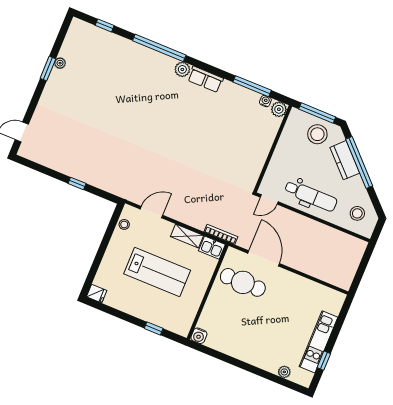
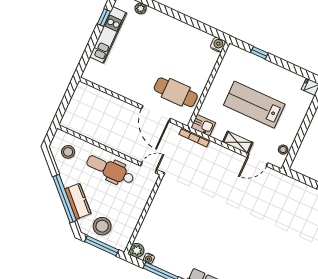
shelving: (187, 236) -> (238, 142), moved

